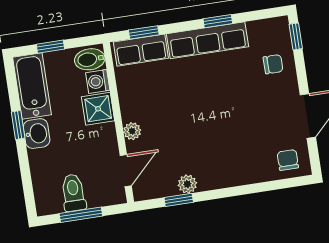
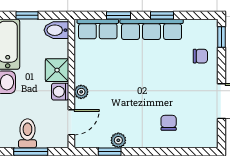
window: (144, 32) -> (118, 15), moved
washing machine: (98, 81) -> (60, 92), moved
chair: (288, 160) -> (169, 123), moved

